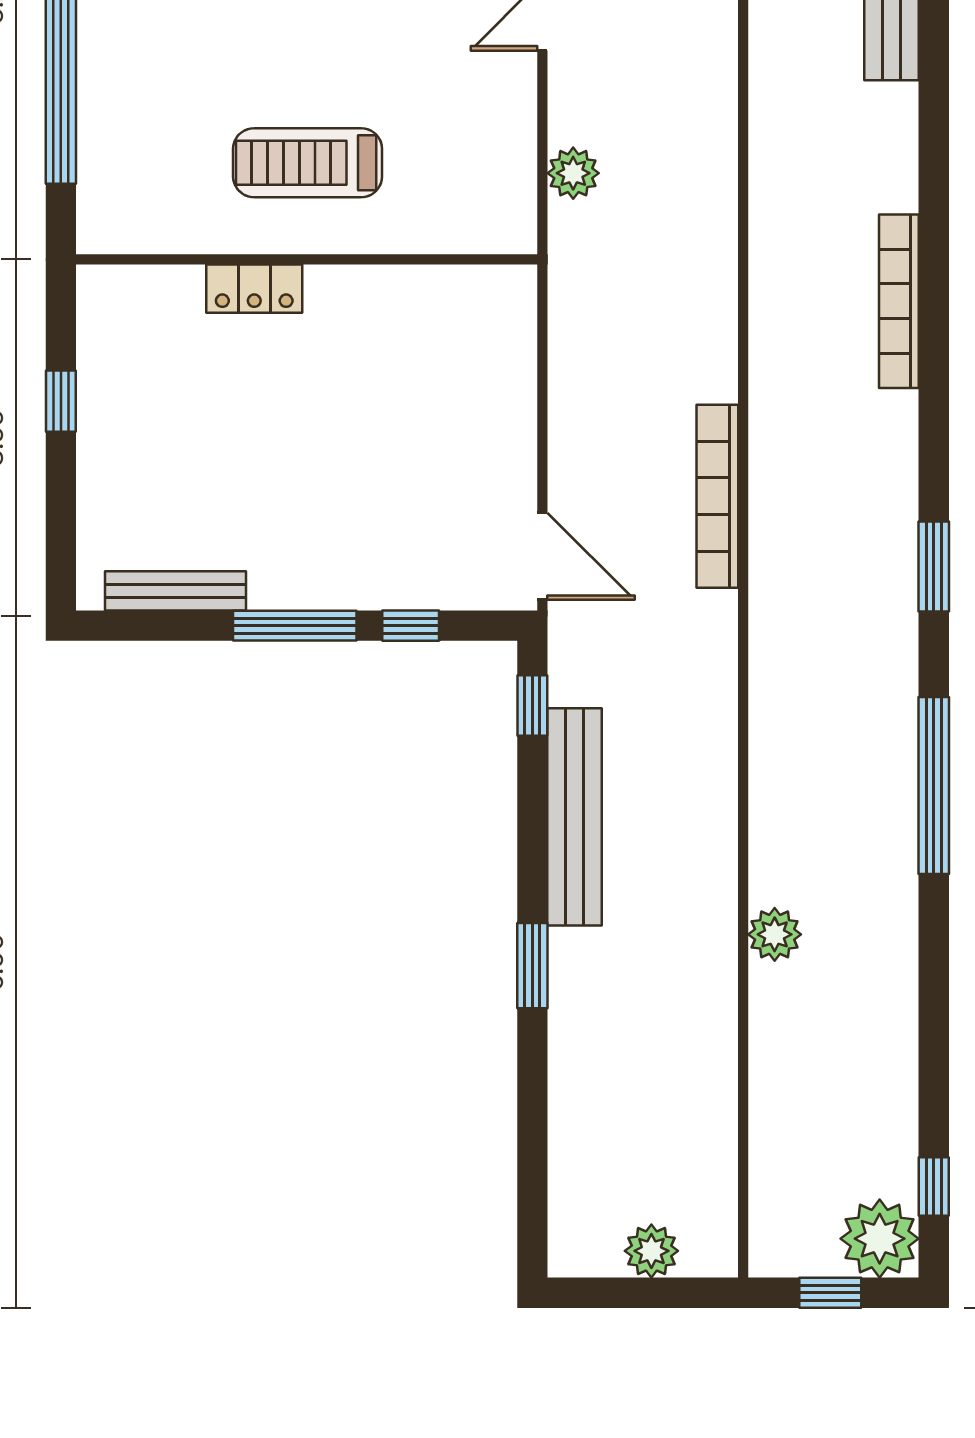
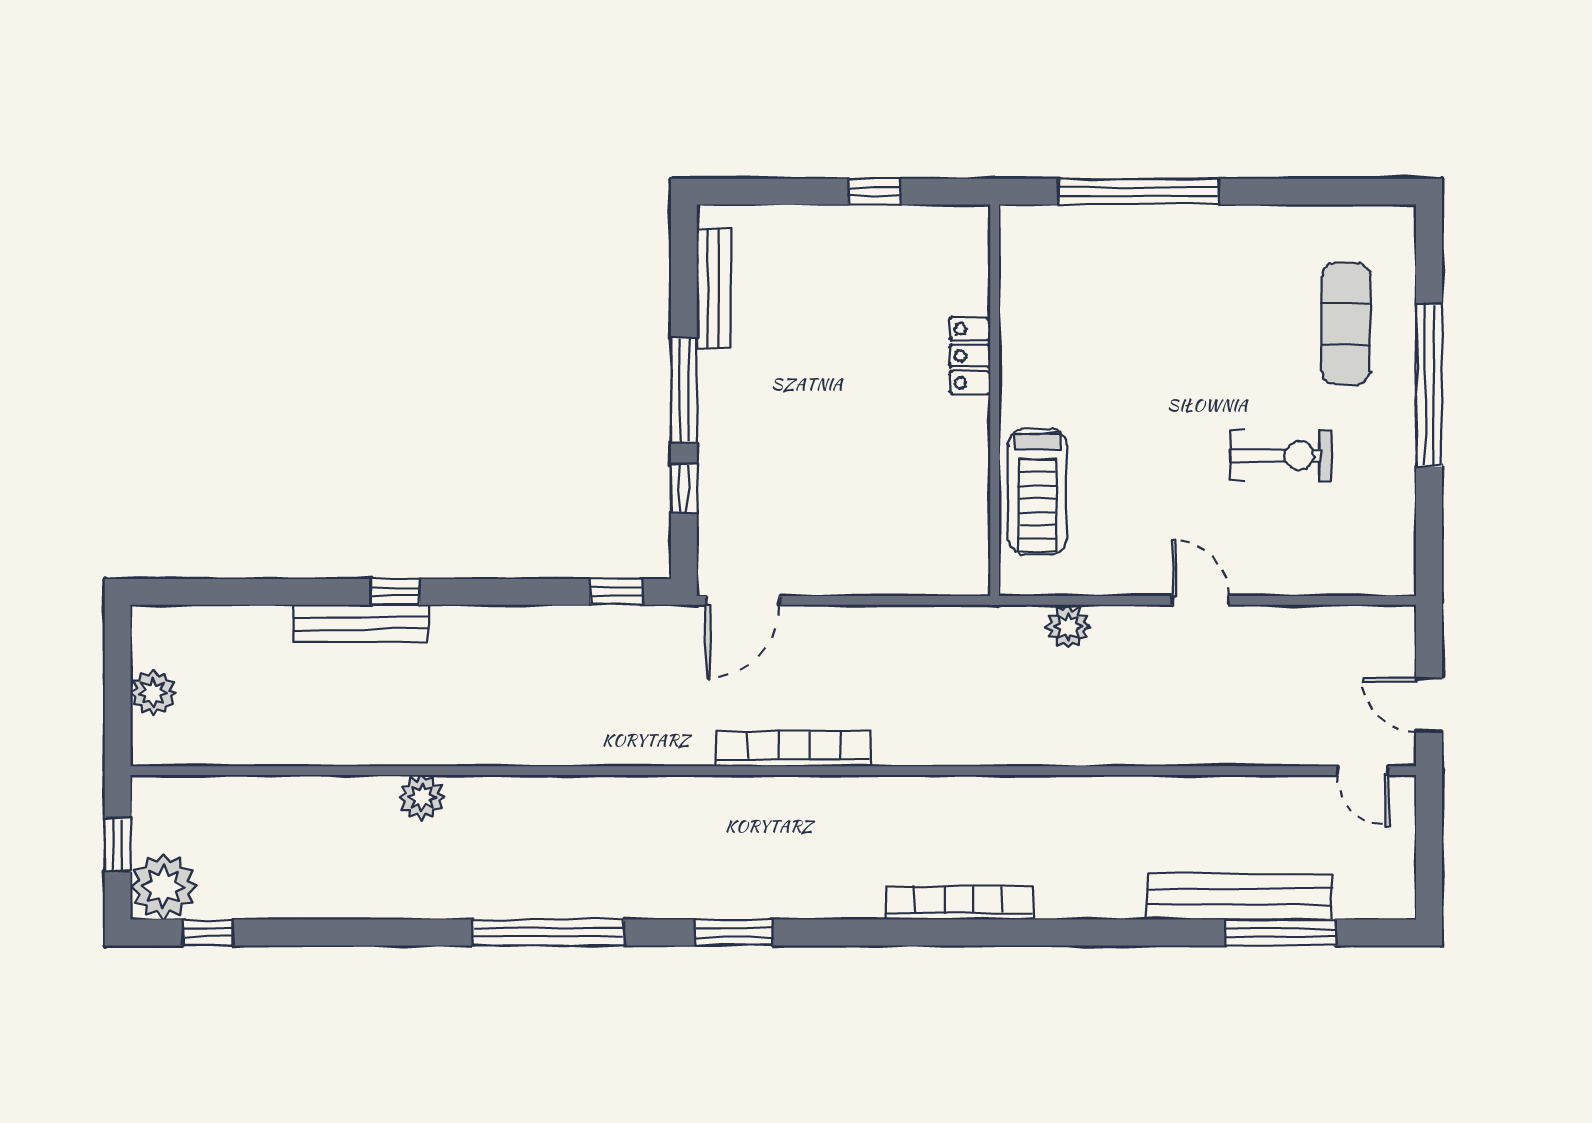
treadmill: (308, 163) -> (1037, 492), moved, turned 180
bench: (575, 817) -> (361, 624), moved, width x0.73, depth x0.82
window: (532, 966) -> (395, 592), width x0.67

